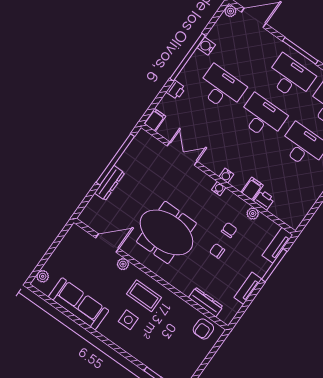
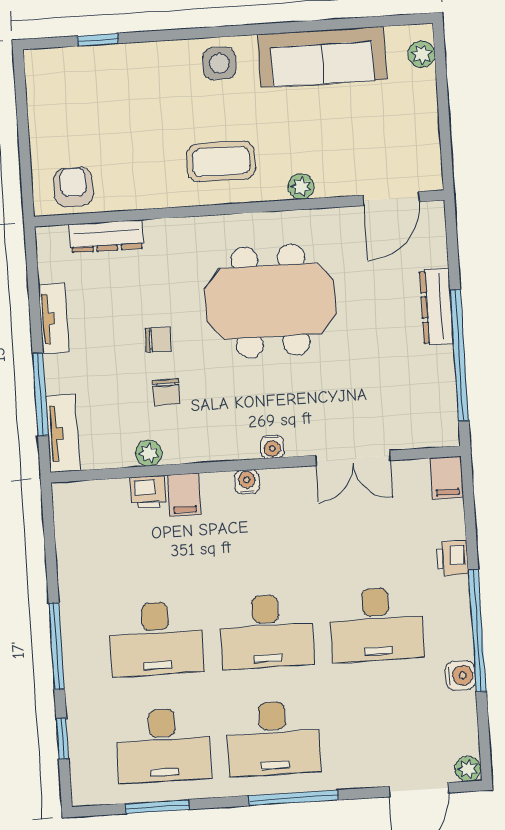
water cooler: (219, 189) -> (272, 447), moved
door: (107, 243) -> (391, 199), moved
side table: (128, 320) -> (219, 63), moved

